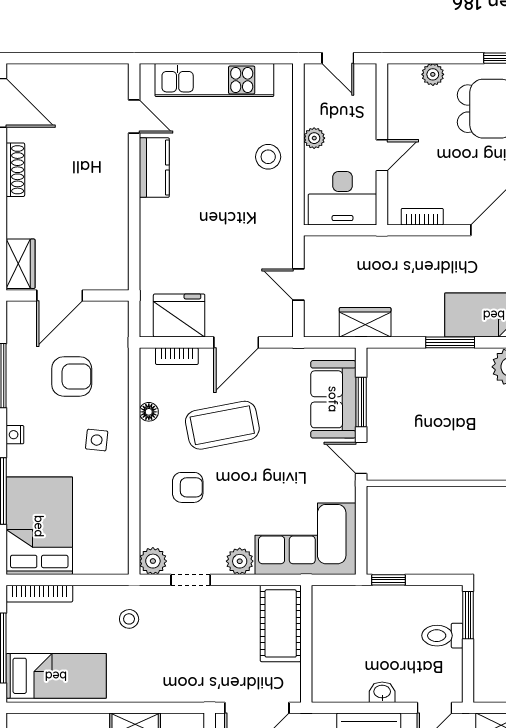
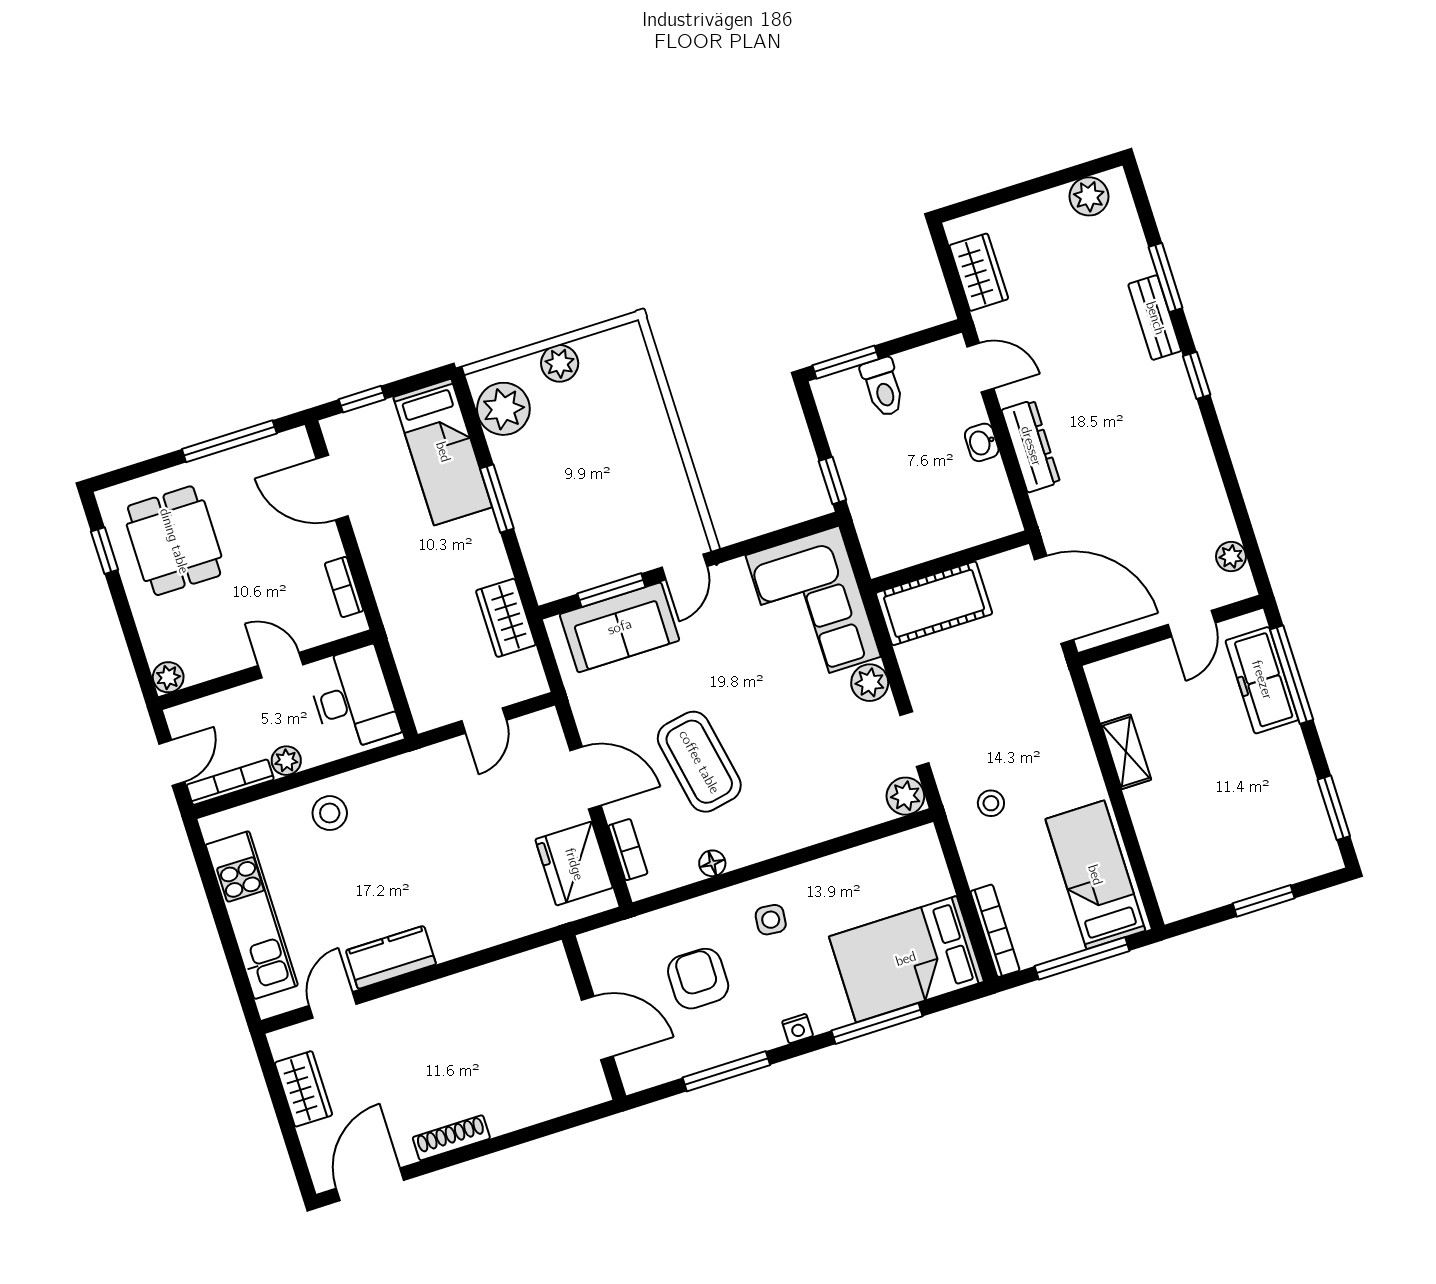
plant: (433, 74) -> (168, 677), moved
bookcase: (312, 94) -> (230, 782), added
wardrobe: (21, 264) -> (303, 1089), moved, turned 90
armchair: (188, 487) -> (795, 781), removed

